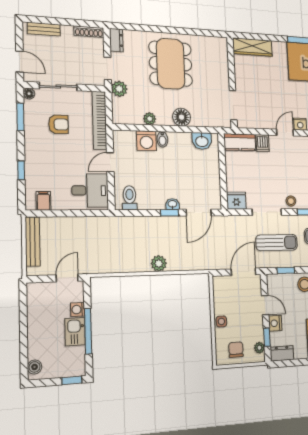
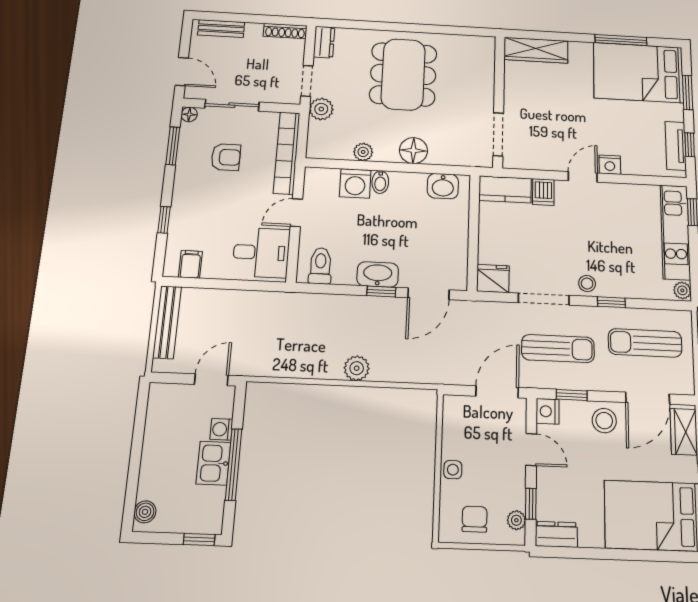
washbasin: (172, 204) -> (378, 274), width x1.91, depth x1.45
nightstand: (275, 323) -> (548, 411), moved

